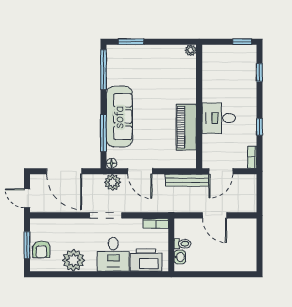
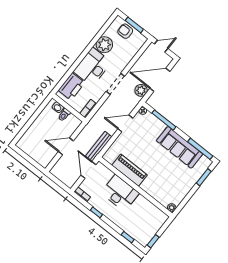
sofa: (119, 117) -> (180, 147), moved
desk: (219, 118) -> (120, 193), width x1.37
plant: (112, 182) -> (141, 90), moved
desk: (113, 254) -> (92, 67), width x1.37

